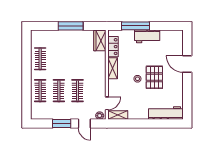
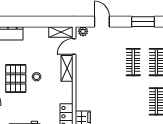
shelving: (113, 68) -> (67, 68), moved
clothes rail: (78, 91) -> (110, 62), removed
window: (62, 124) -> (143, 22), moved

